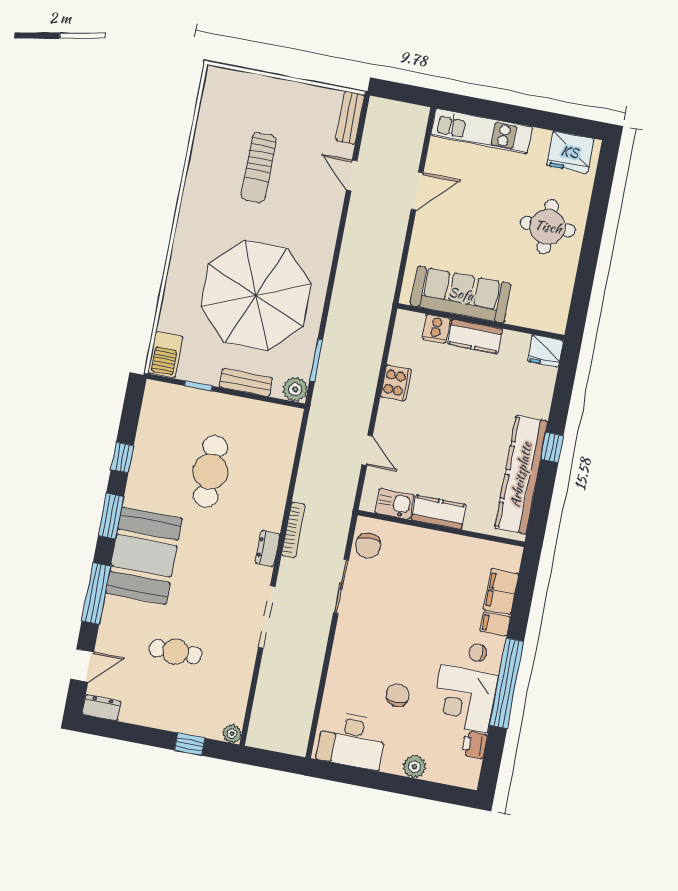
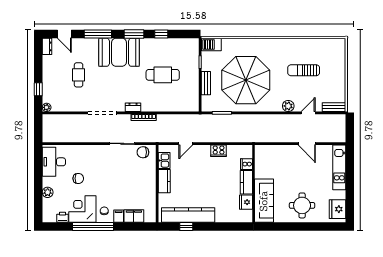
sofa: (461, 294) -> (264, 201), moved
fridge: (545, 351) -> (246, 202), moved
plant: (295, 389) -> (288, 106), moved
window: (552, 447) -> (186, 227), moved

